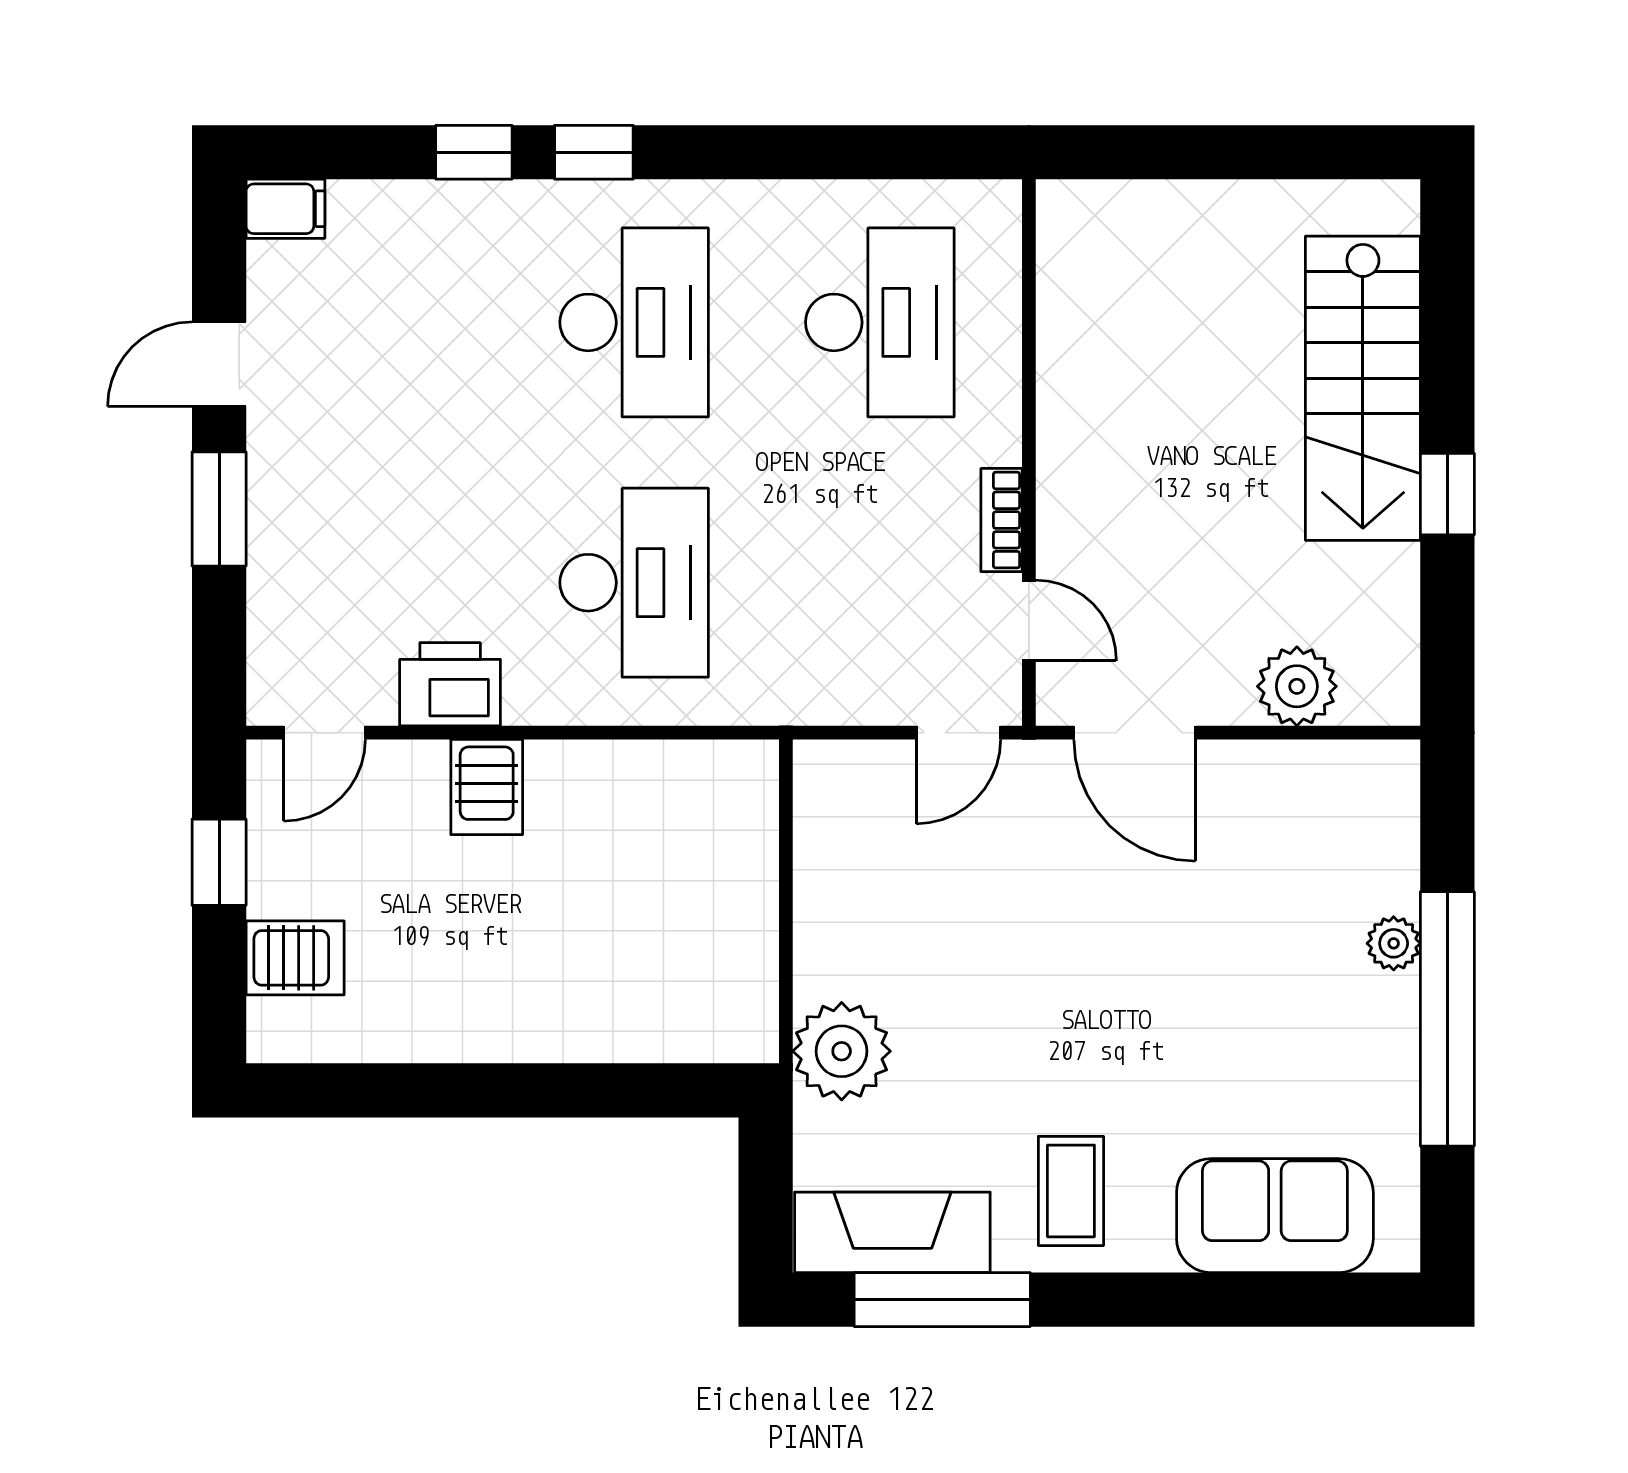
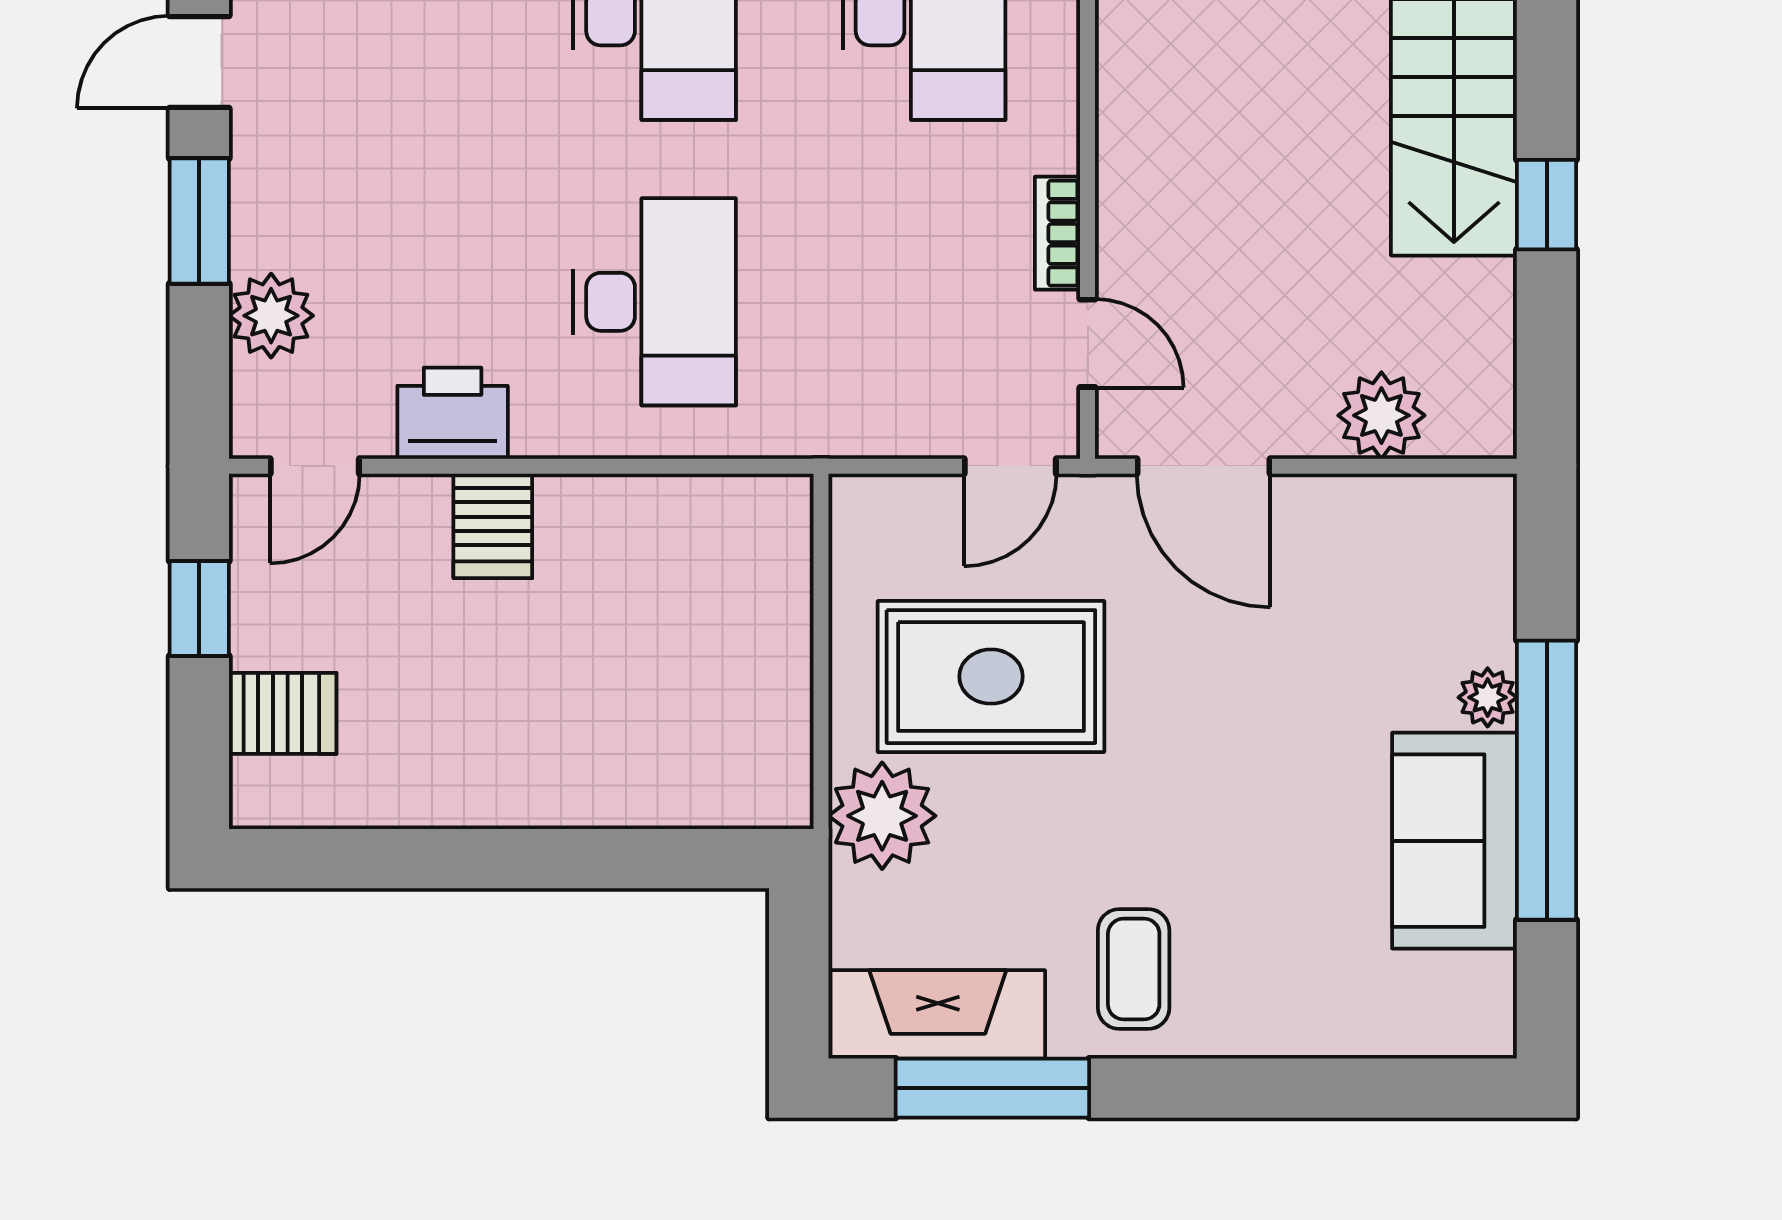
plant: (285, 595) -> (271, 316), added
rug: (941, 924) -> (991, 677), added
sofa: (1275, 1216) -> (1454, 841), moved, turned -90

